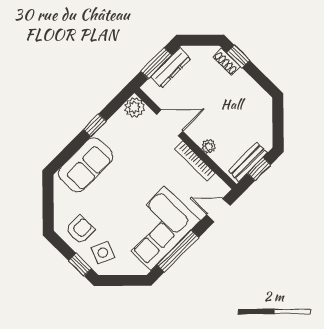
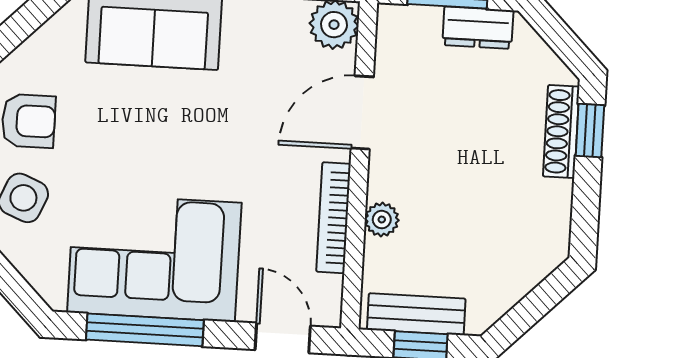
shoe rack: (227, 62) -> (561, 132), width x1.43
dresser: (171, 68) -> (478, 28), width x0.70
door: (170, 123) -> (362, 113), swing flipped

